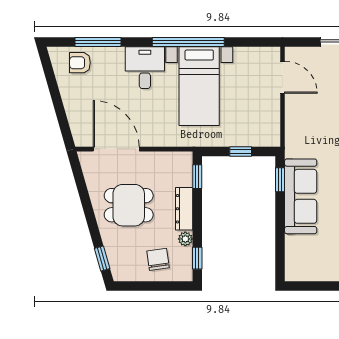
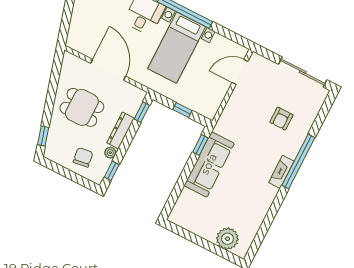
door: (283, 77) -> (240, 72), swing flipped
door: (116, 149) -> (108, 70), moved

